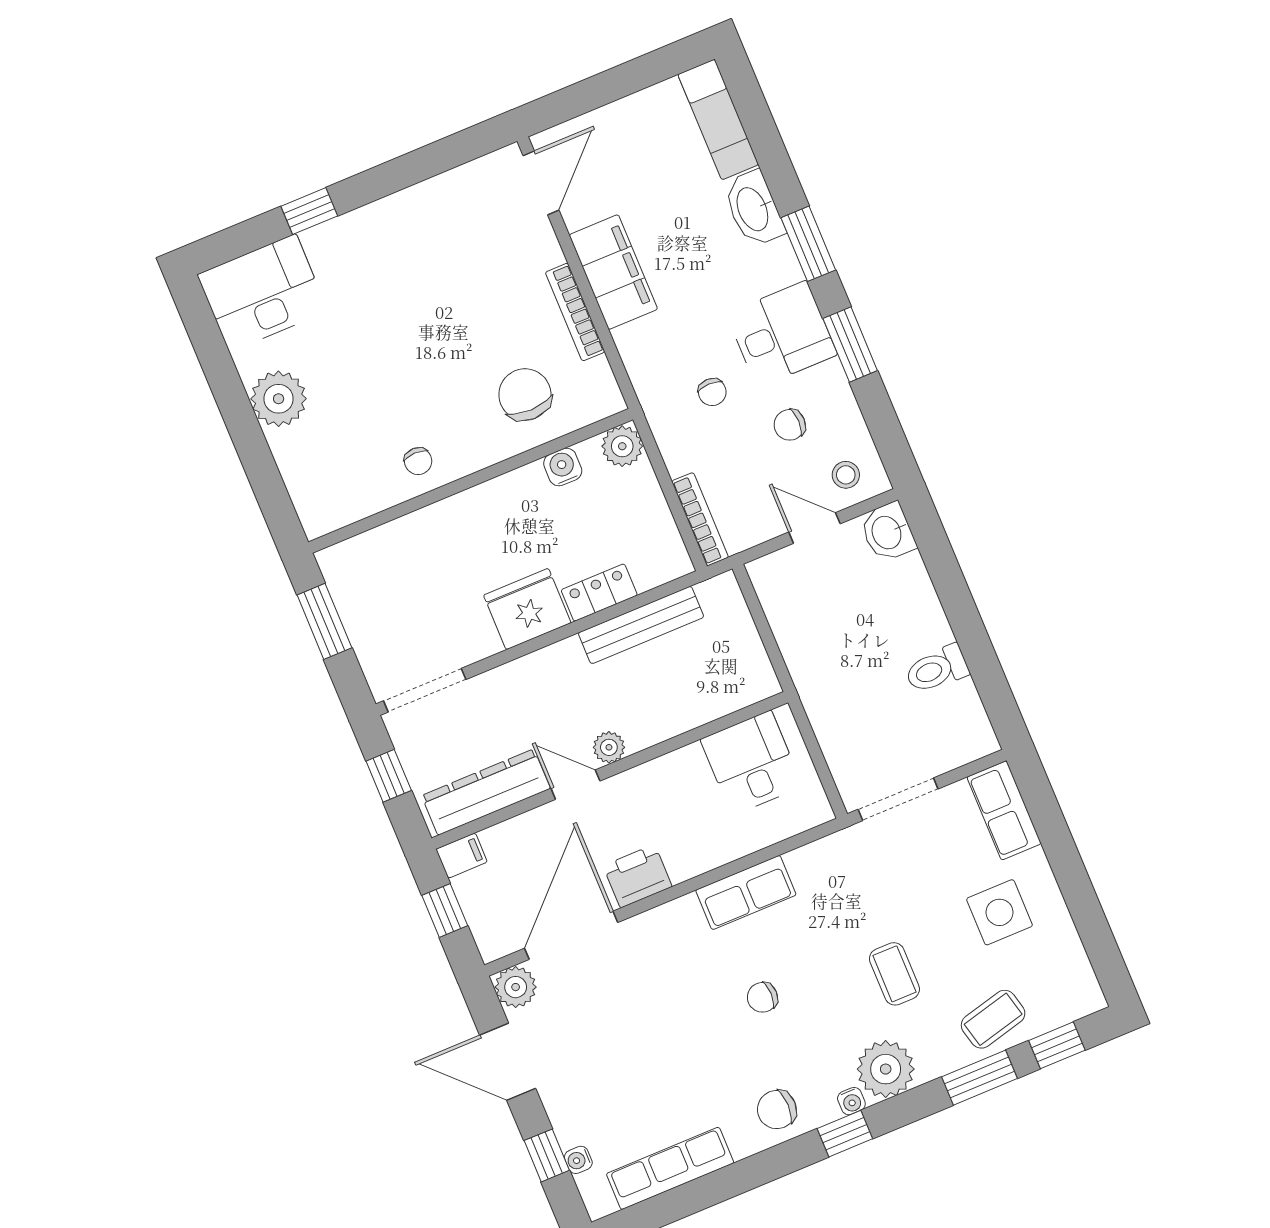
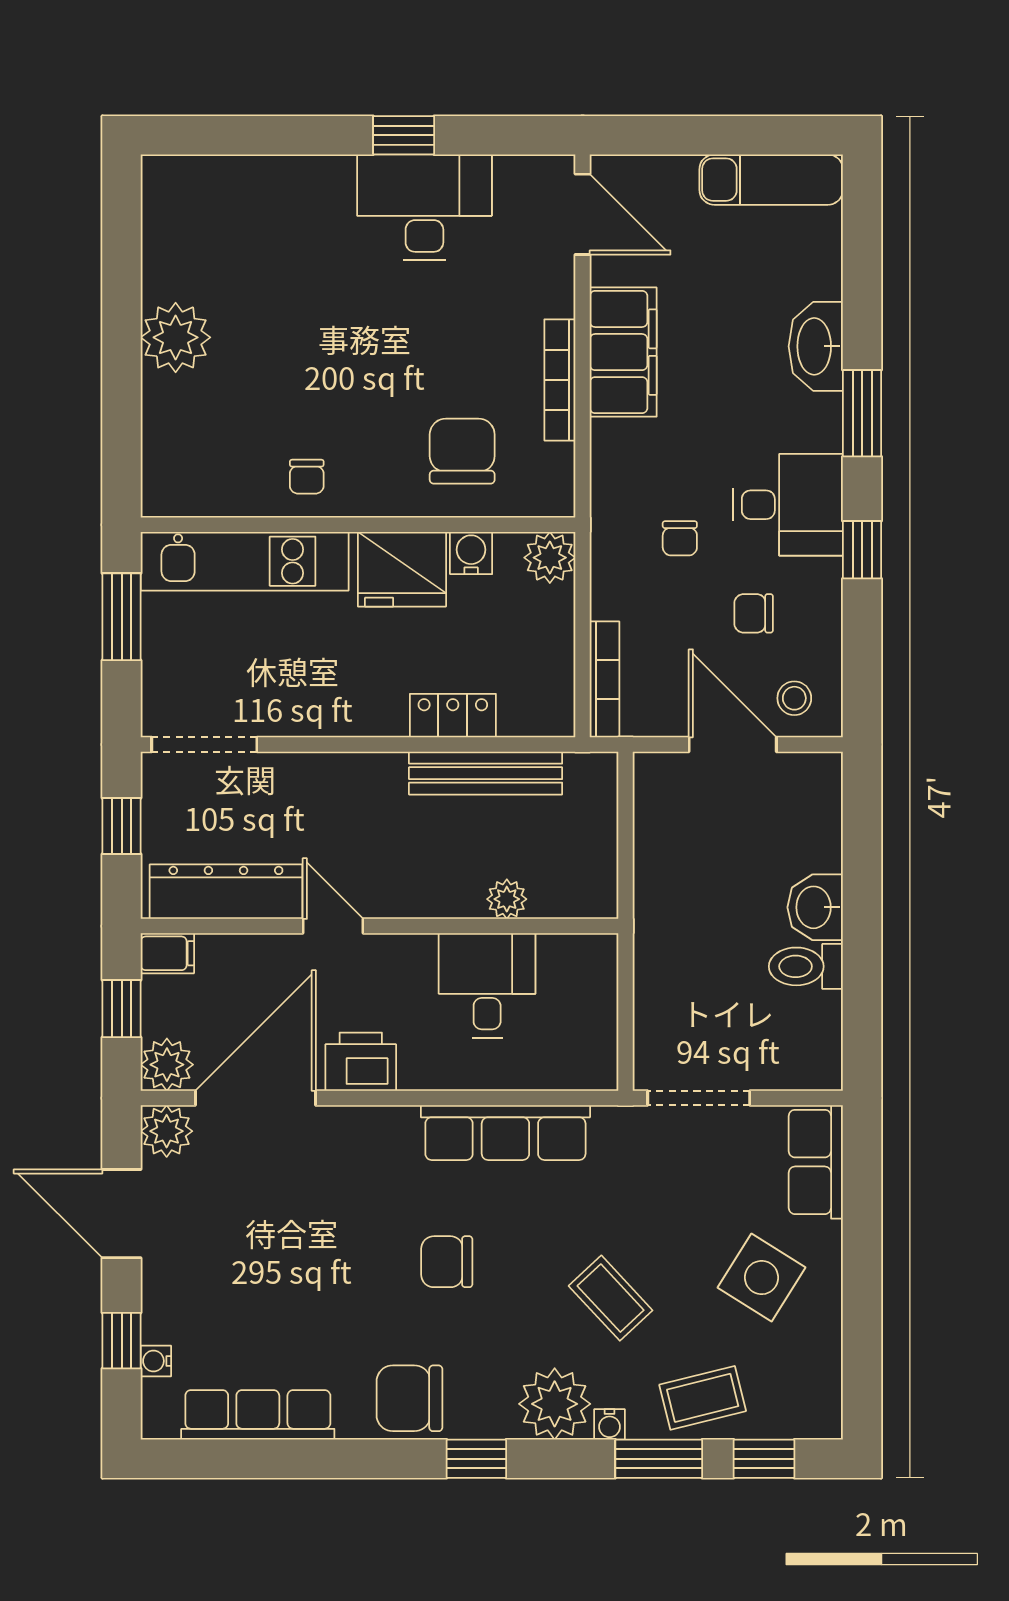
exam couch: (718, 119) -> (771, 180), moved, turned -90
door: (541, 183) -> (583, 214), hinge flipped
window: (309, 211) -> (404, 135), moved
desk: (262, 293) -> (424, 207), moved
window: (850, 345) -> (862, 550), width x0.67
door: (815, 528) -> (733, 745), width x1.38
washbasin: (888, 532) -> (815, 907), moved
kitchen unit: (398, 543) -> (245, 561), added
fridge: (527, 609) -> (402, 569), moved, turned 180
plant: (609, 747) -> (507, 899), moved
desk: (751, 763) -> (487, 985), moved
row of seats: (746, 892) -> (505, 1133), width x1.48
side table: (1000, 912) -> (762, 1278), turned 32
plant: (495, 938) -> (167, 1065), added
coffee table: (894, 974) -> (611, 1298), turned -43
chair: (762, 997) -> (447, 1262), width x1.37, depth x1.37
water cooler: (851, 1101) -> (610, 1424), moved
chair: (777, 1110) -> (409, 1398), width x1.37, depth x1.37

